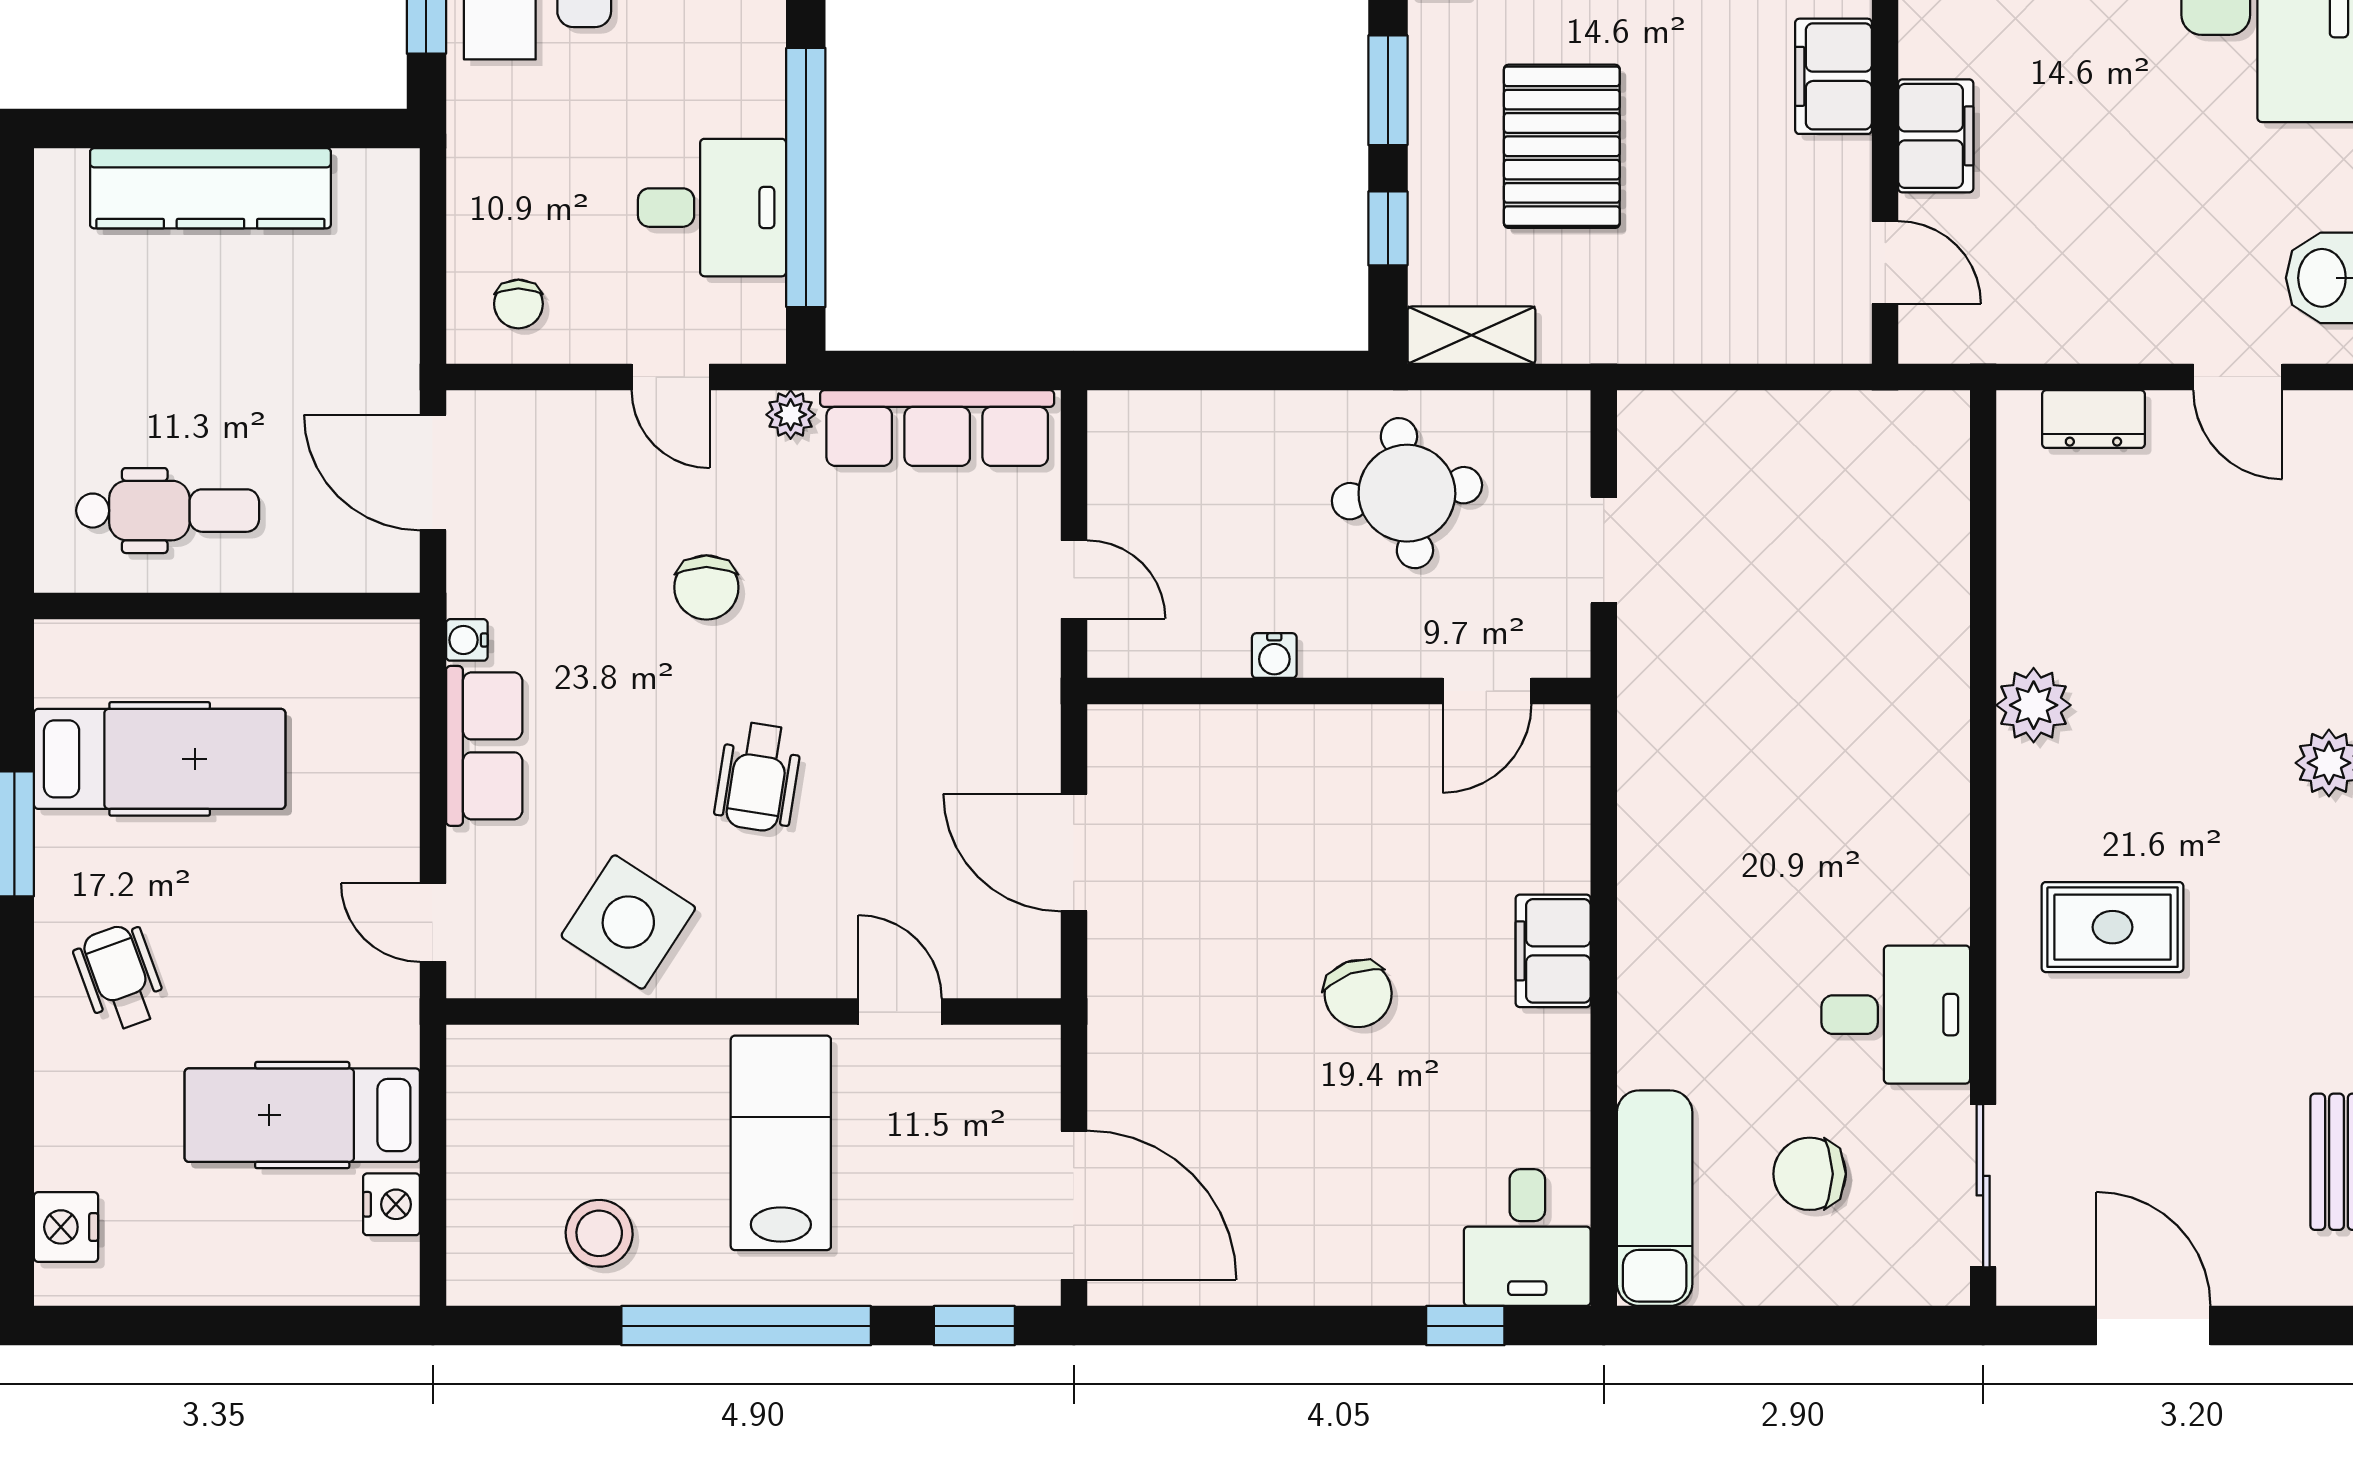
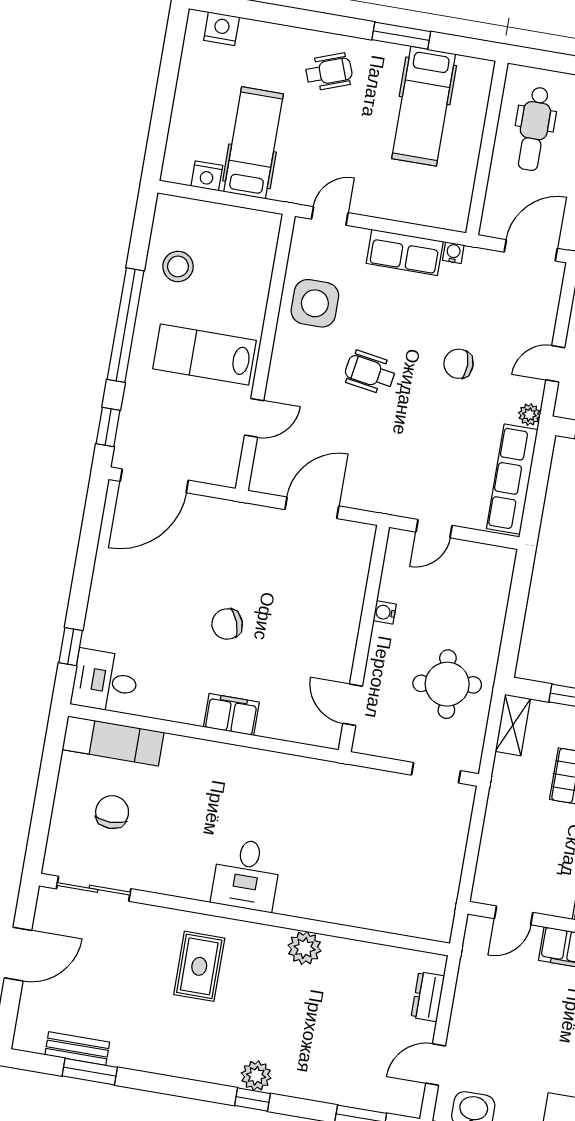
doorway: (1604, 550) -> (436, 773), moved
side table: (628, 922) -> (315, 303), turned -33
desk: (1896, 1015) -> (246, 875), moved
lab bench: (781, 1143) -> (205, 355), turned 180

